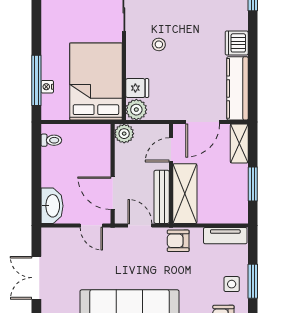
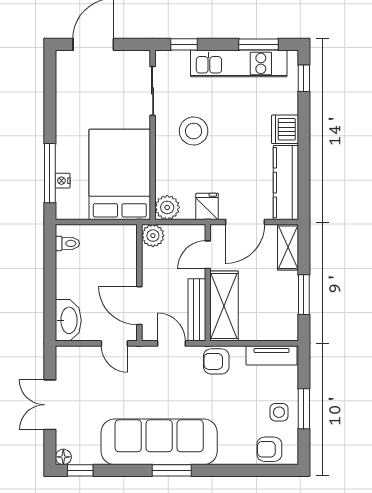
stool: (159, 44) -> (194, 131), width x1.89, depth x1.89
fridge: (137, 88) -> (207, 207), moved, turned -90

